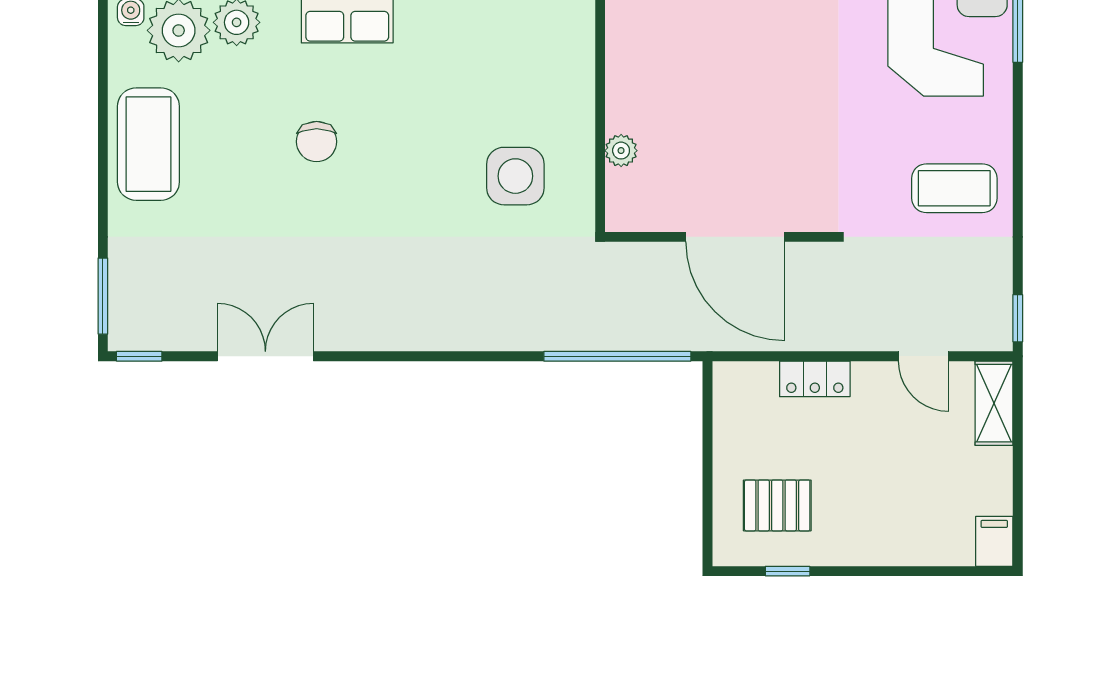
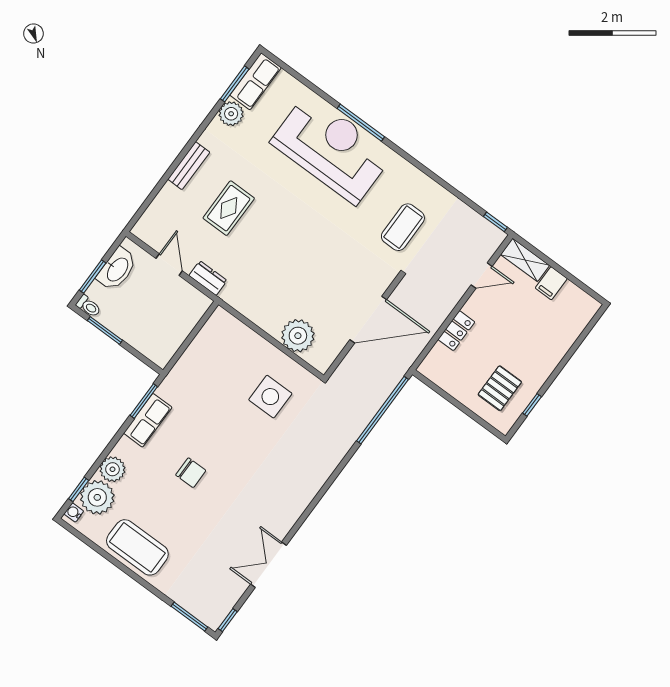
plant: (621, 151) -> (298, 336), width x1.88, depth x1.88
coffee table: (954, 188) -> (403, 227), moved
filing cabinet: (994, 541) -> (551, 283), moved, turned -90

